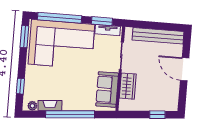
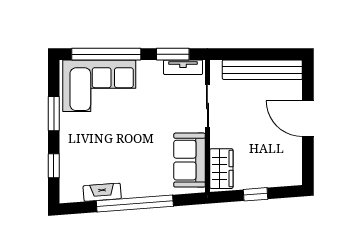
window: (24, 37) -> (54, 114), moved
corner sofa: (61, 44) -> (99, 86), width x0.73, depth x0.74
wardrobe: (128, 86) -> (221, 169), moved
plant: (32, 106) -> (75, 195), removed
window: (157, 115) -> (255, 194), moved

